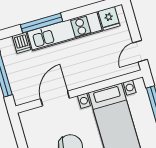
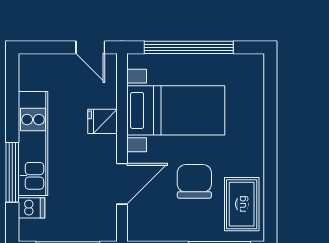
fridge: (109, 19) -> (102, 121), moved, turned 180
door: (55, 98) -> (122, 184), swing flipped

